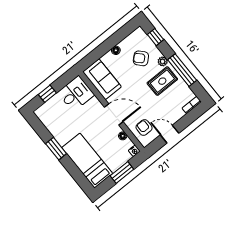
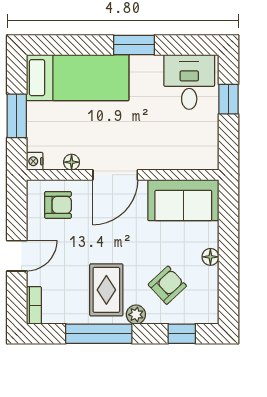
desk: (76, 94) -> (189, 82), moved, turned 180
door: (170, 134) -> (17, 256), moved

